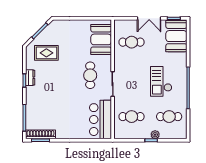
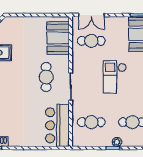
double door: (149, 18) -> (91, 15), moved
checkout: (161, 81) -> (115, 77), moved

